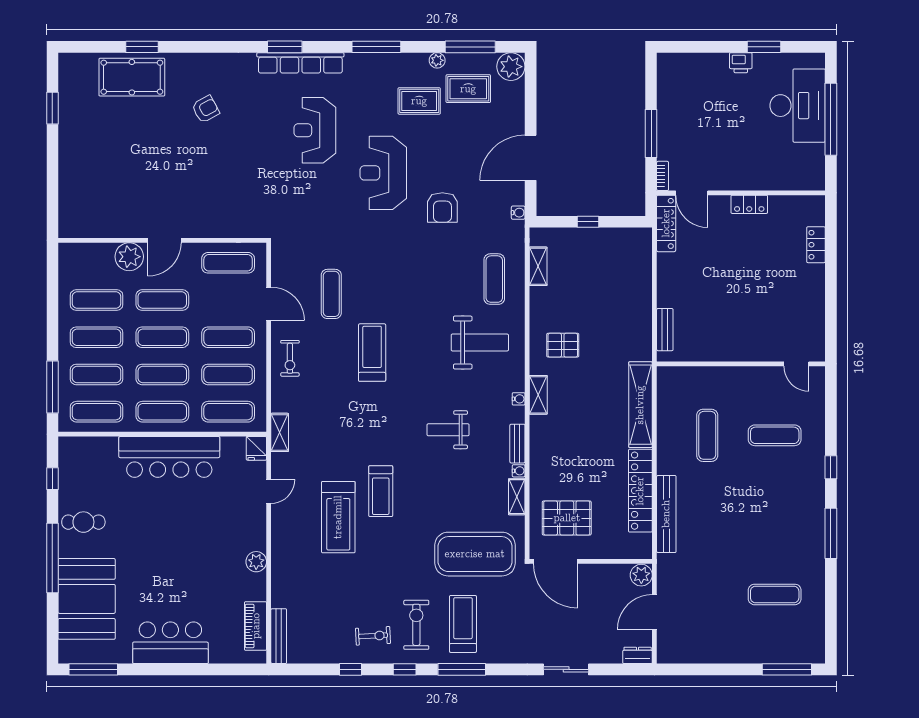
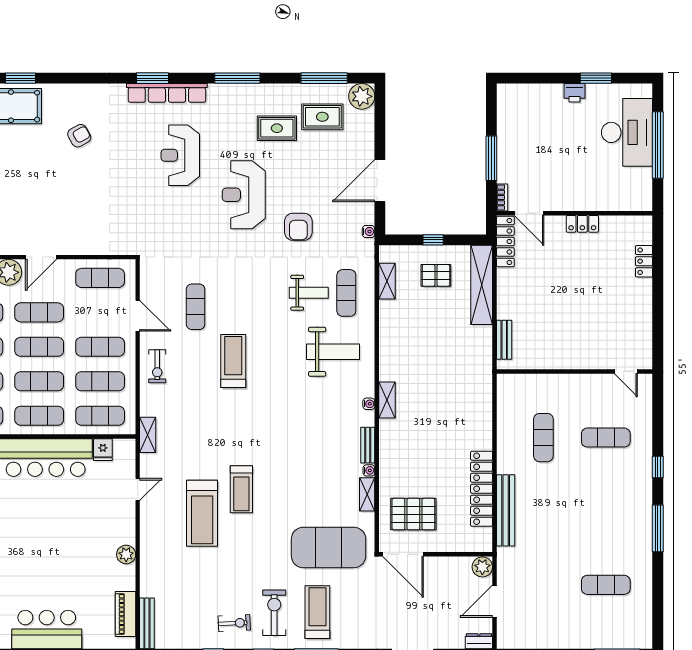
plant: (437, 60) -> (293, 91), removed
pallet: (563, 345) -> (436, 275), moved
shelving: (640, 405) -> (482, 285), moved
weight bench: (448, 430) -> (309, 293), moved, turned 180
fridge: (256, 448) -> (103, 450), moved

